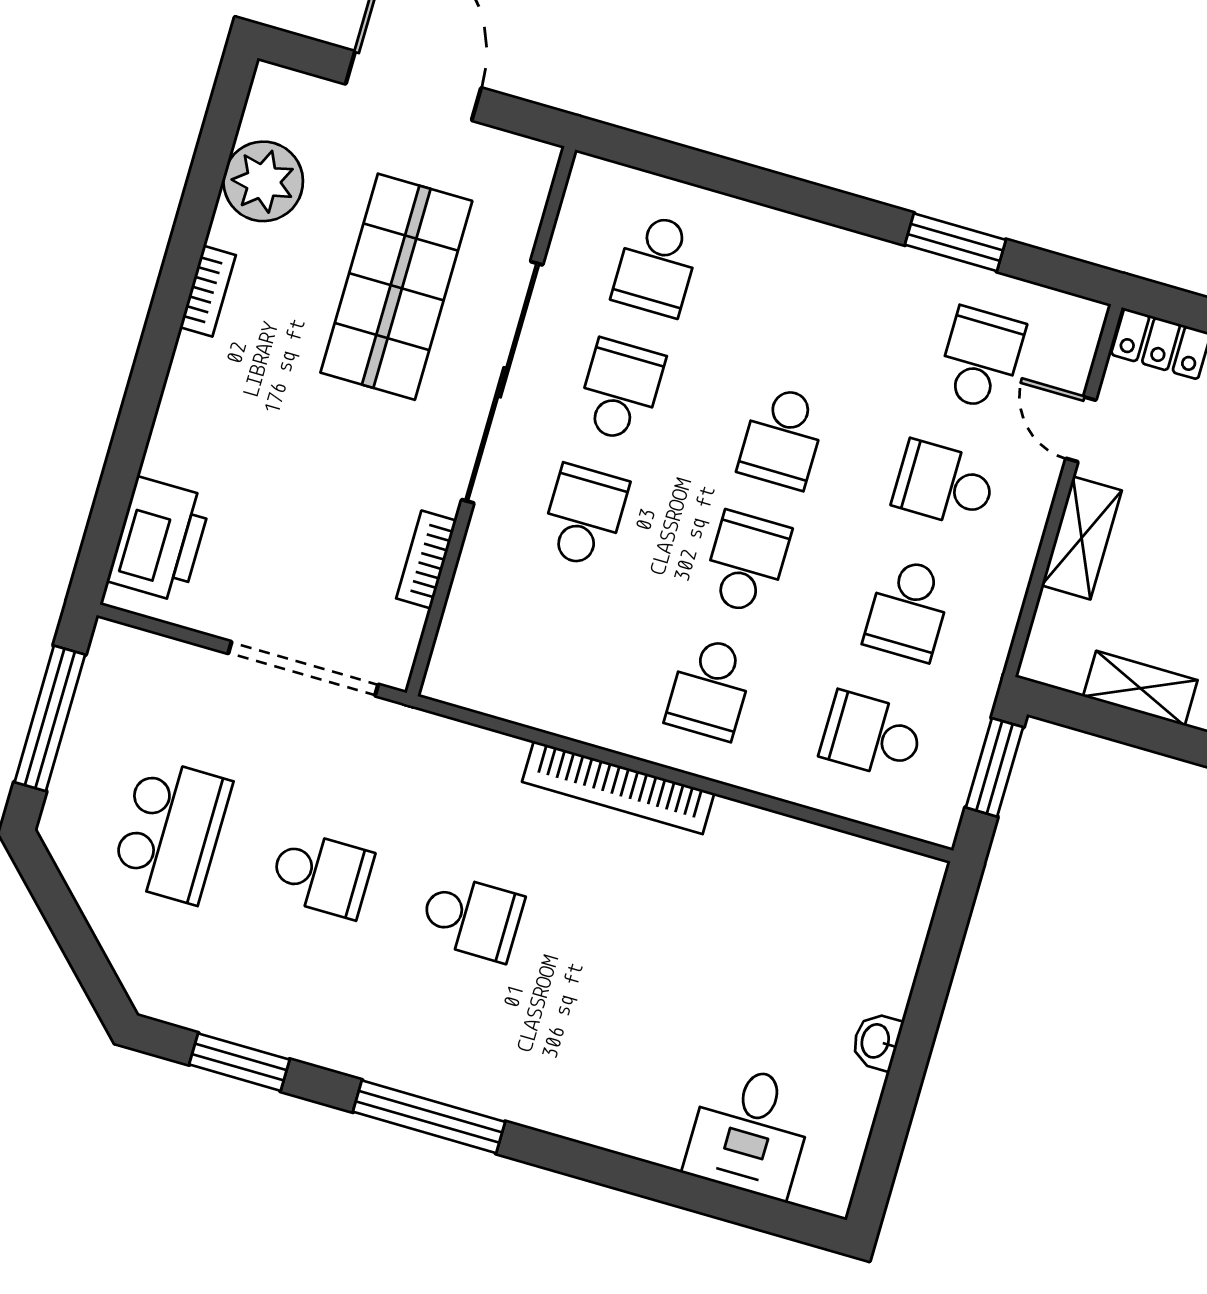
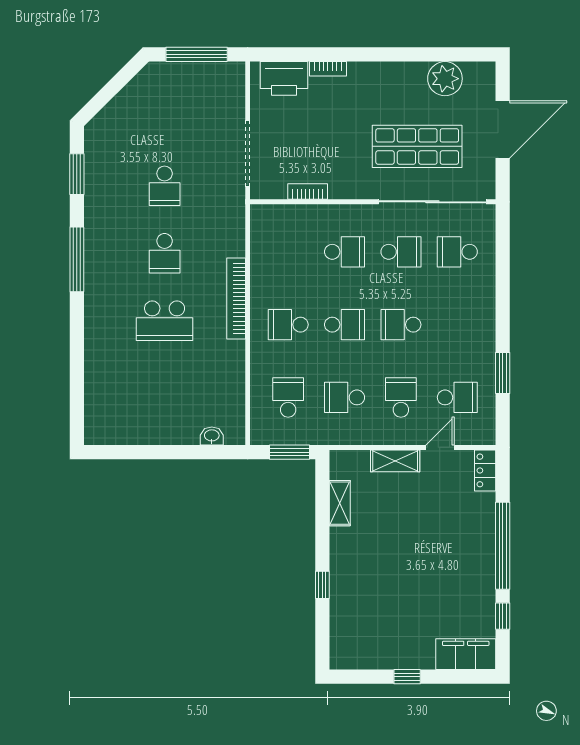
bookcase: (208, 291) -> (328, 69), moved
sliding door: (502, 382) -> (432, 202), moved
school desk: (171, 831) -> (165, 321), moved
washbasin: (876, 1041) -> (212, 436), moved
desk: (750, 1131) -> (109, 394), removed

